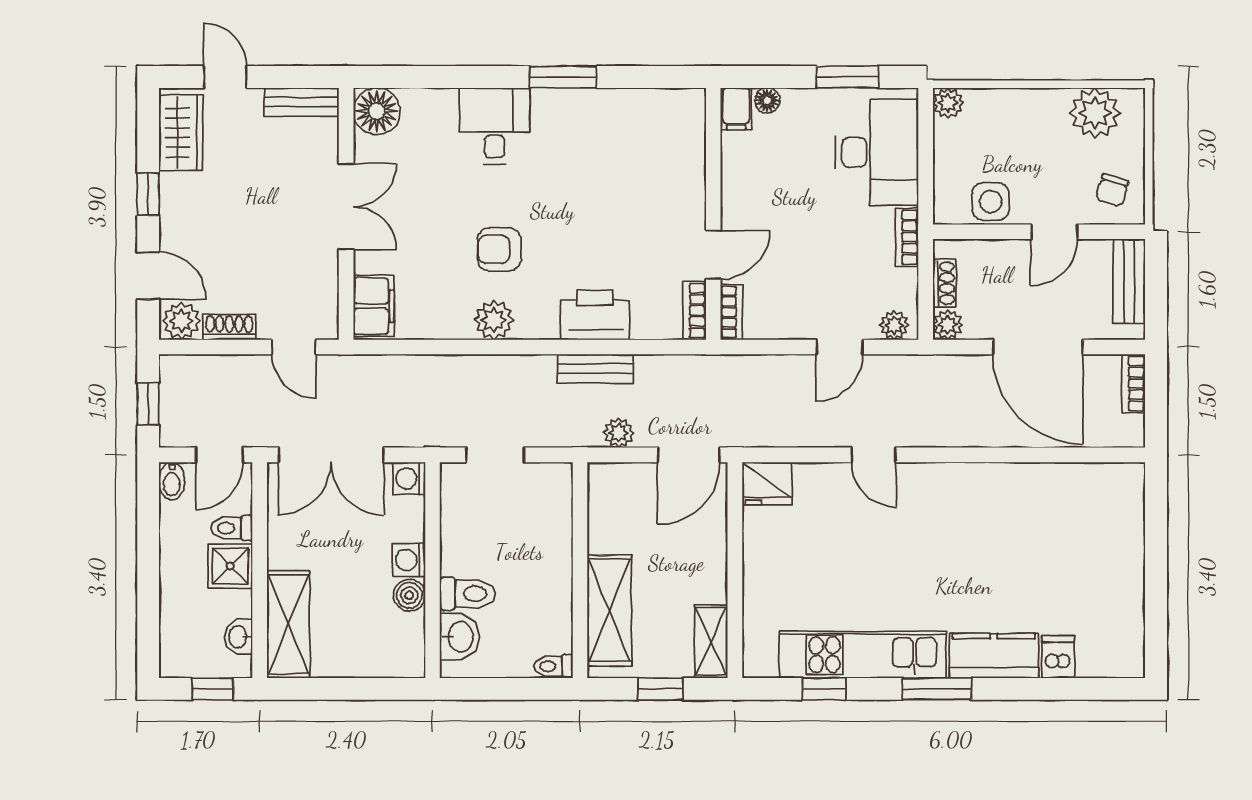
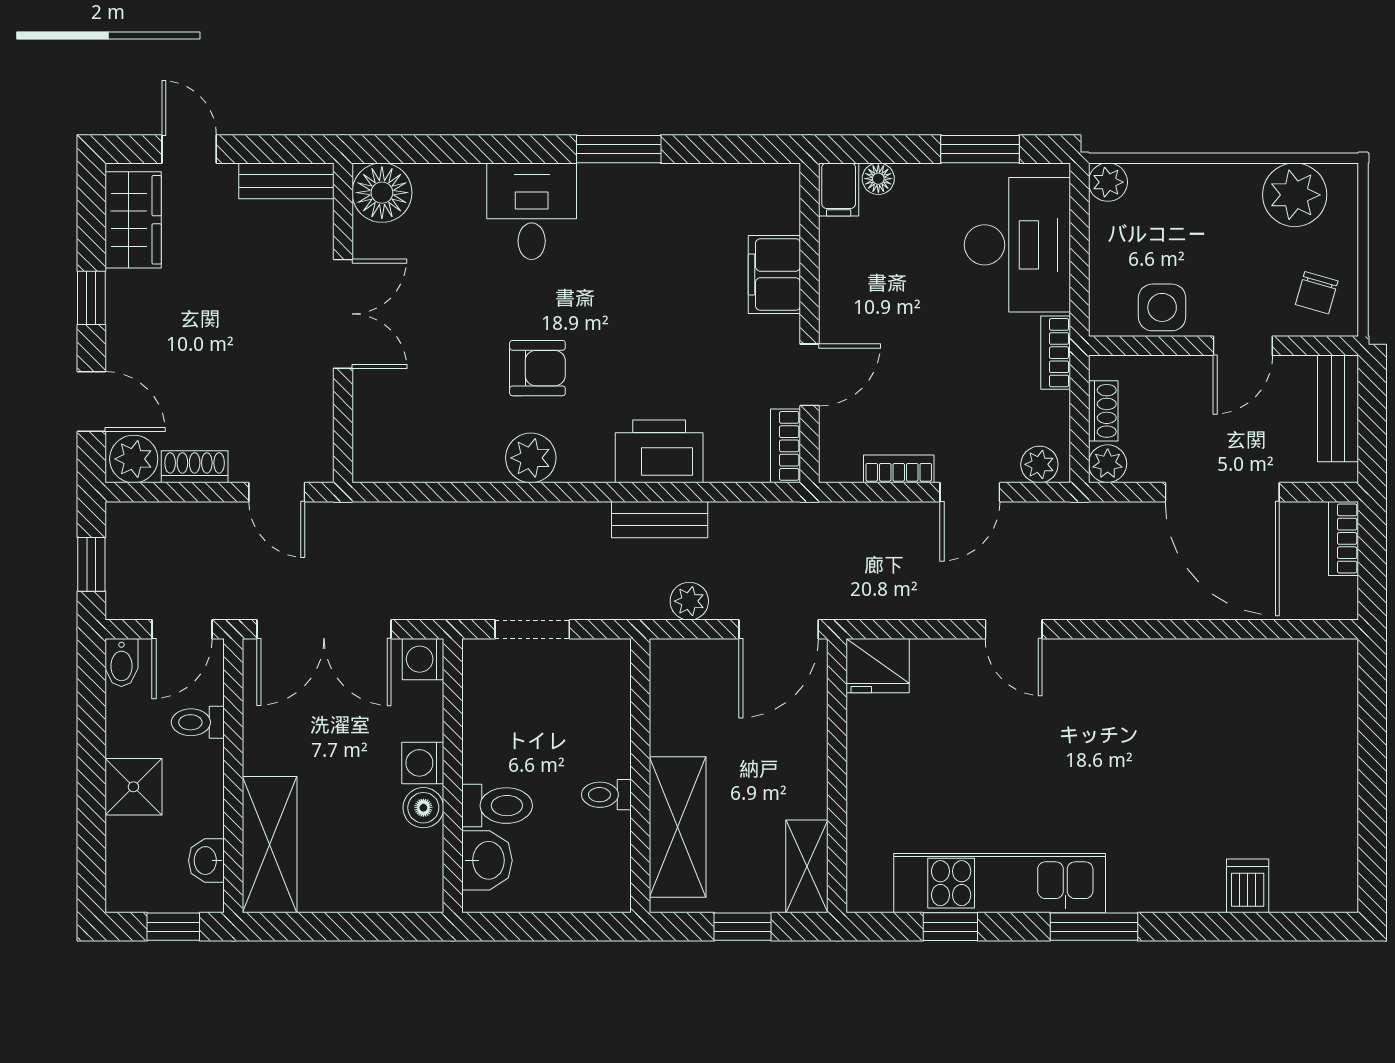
armchair: (499, 249) -> (537, 368), turned 180
filing cabinet: (374, 306) -> (774, 275), moved, turned 180
bookcase: (731, 312) -> (899, 469), moved, turned -90
shower: (230, 566) -> (133, 787), moved
kitchen counter: (994, 656) -> (1166, 884), removed
toilet: (553, 666) -> (606, 795), moved

